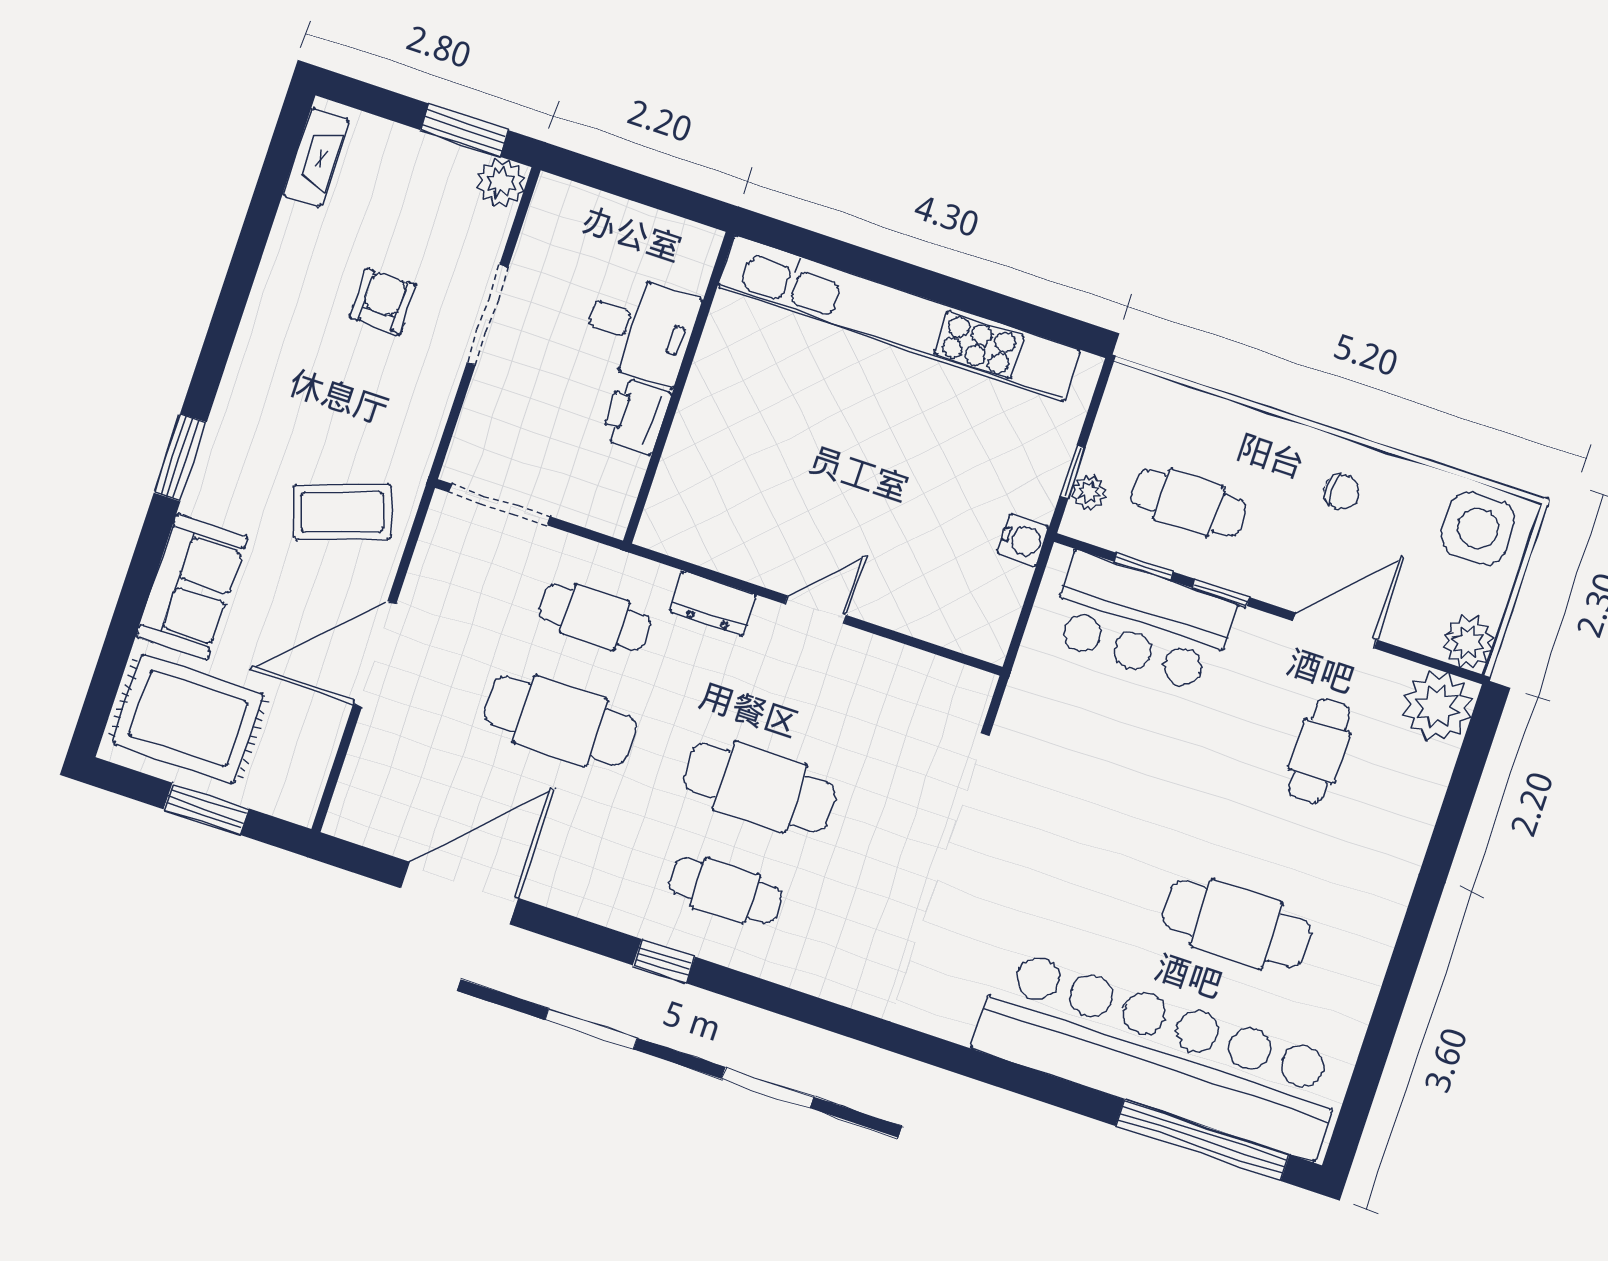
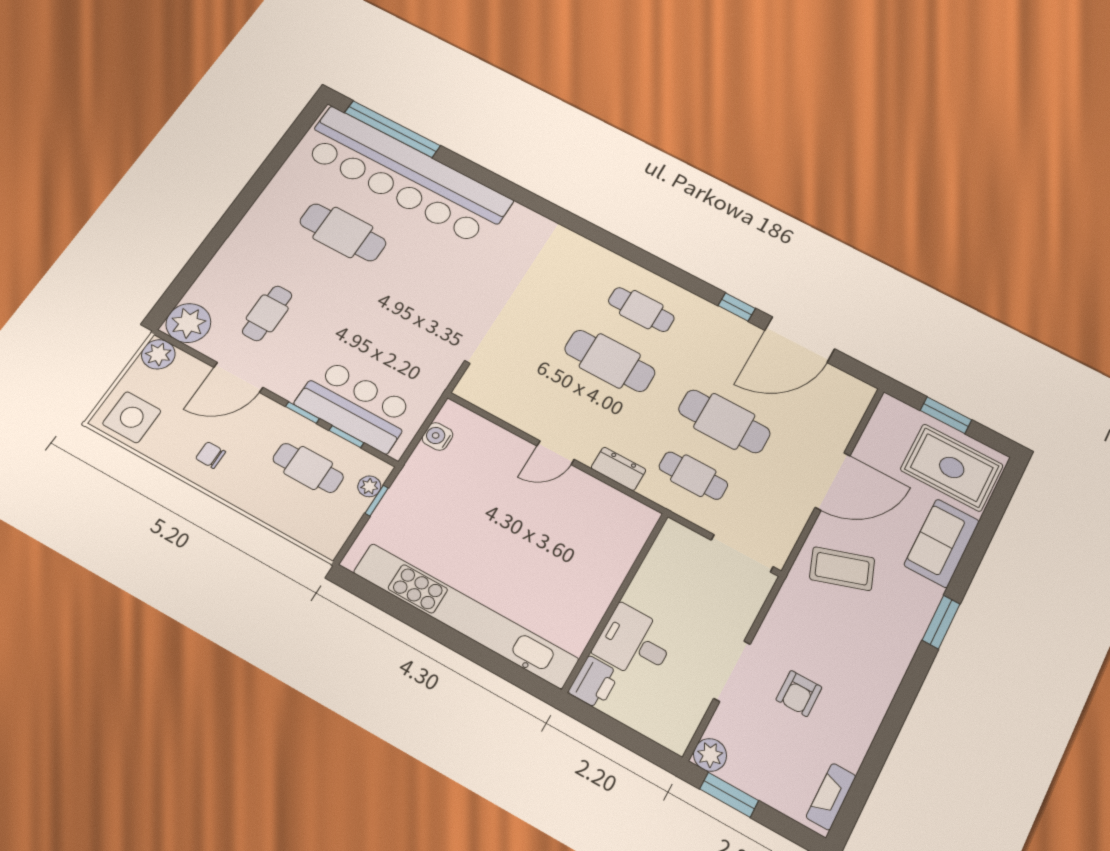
printer: (636, 416) -> (594, 682), moved
water cooler: (1023, 540) -> (437, 436), moved
window: (664, 961) -> (737, 307), moved

